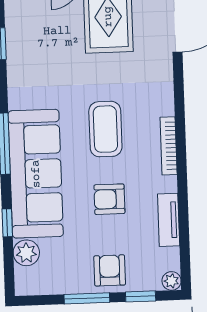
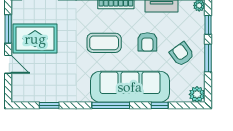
plant: (26, 253) -> (197, 94), moved
armchair: (110, 270) -> (182, 54), moved, turned 54

